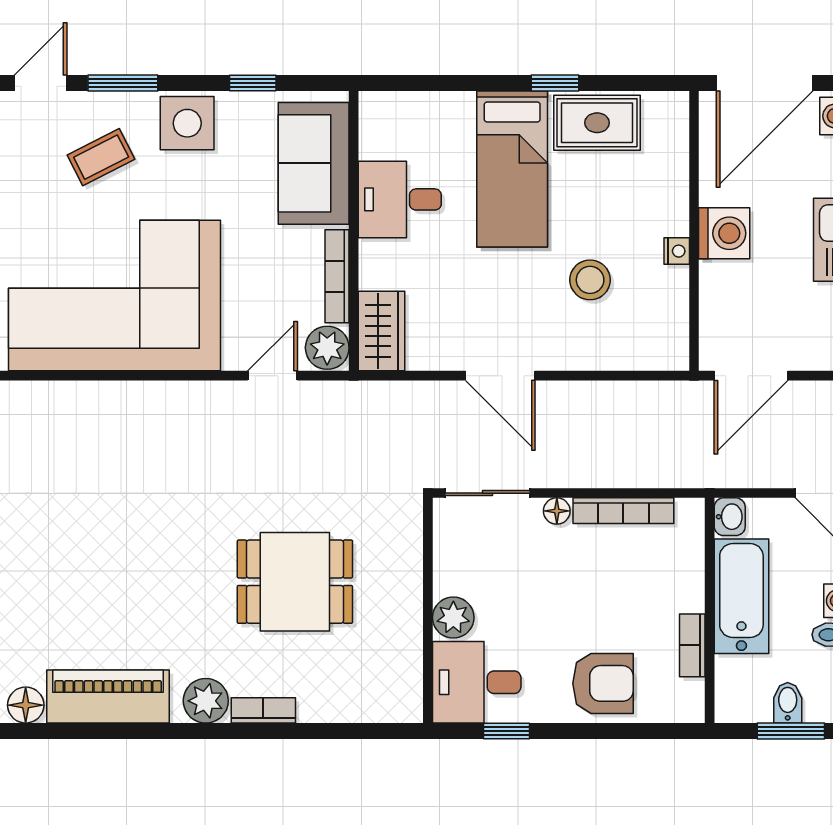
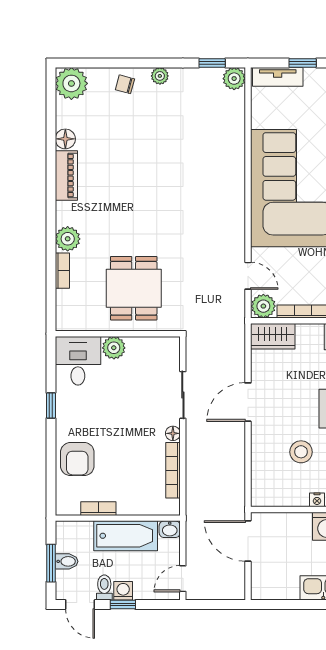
wall: (428, 610) -> (118, 334), moved
plant: (453, 618) -> (114, 348), moved
desk: (477, 682) -> (78, 361), moved
piano: (108, 697) -> (66, 175), width x0.73, depth x0.75

